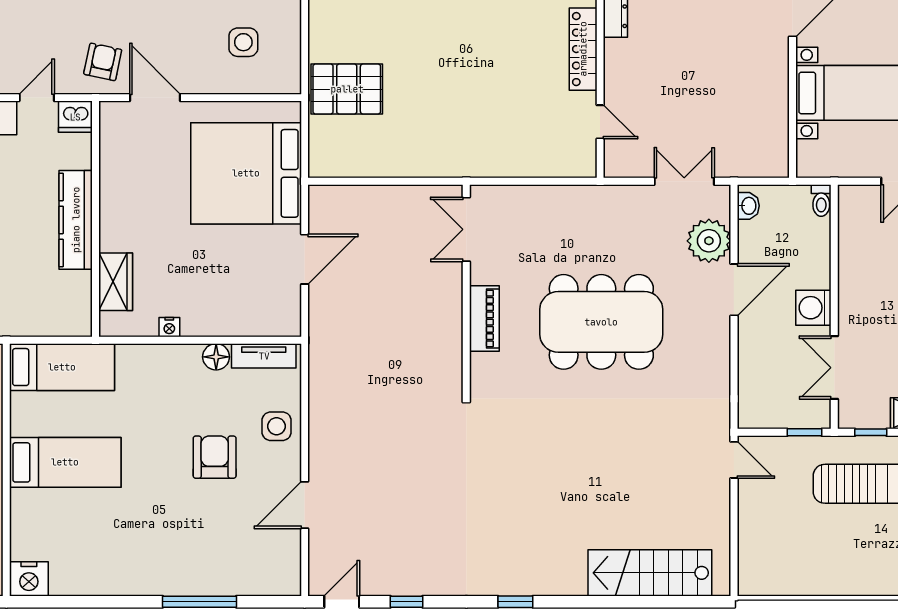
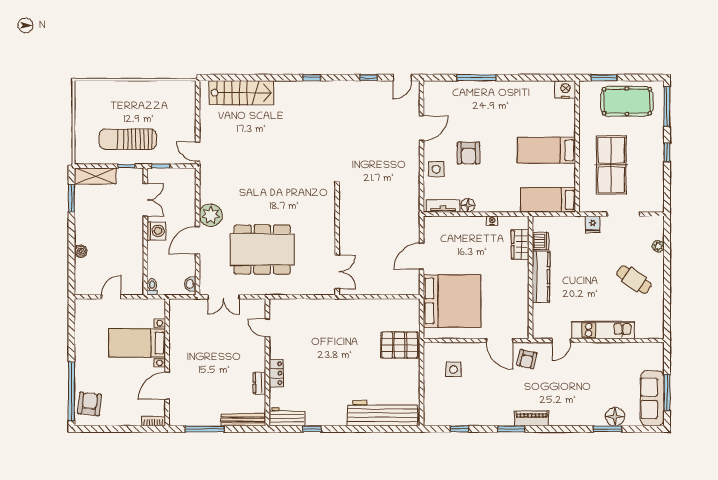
locker: (583, 49) -> (276, 373), width x0.66
dishwasher: (75, 117) -> (541, 241), moved, turned 90
plant: (709, 241) -> (211, 215), moved
piano: (484, 319) -> (328, 225), removed
dining table: (601, 322) -> (262, 250), moved

